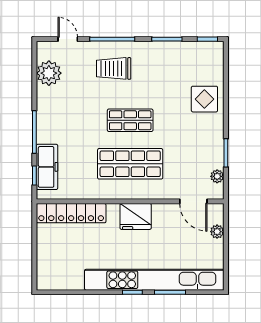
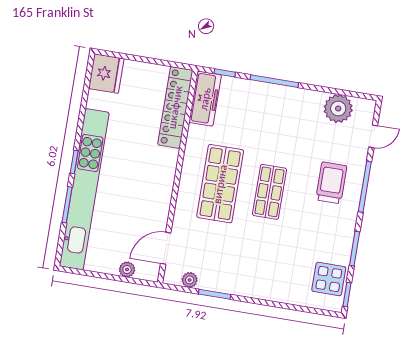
display table: (204, 99) -> (329, 279), moved
freezer: (47, 167) -> (205, 99), moved, turned -90
fridge: (136, 216) -> (106, 74), moved, turned 180

